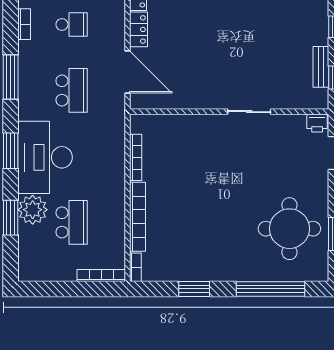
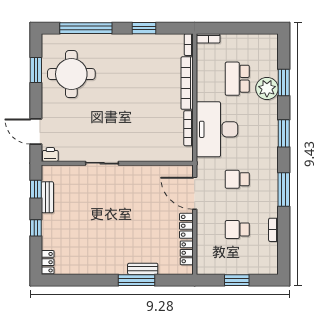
school desk: (72, 90) -> (237, 179), width x0.54
desk: (45, 157) -> (217, 129), moved, turned 180
bookcase: (101, 275) -> (208, 38), width x0.64

